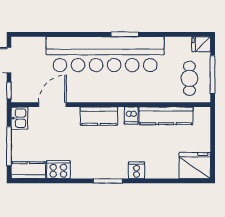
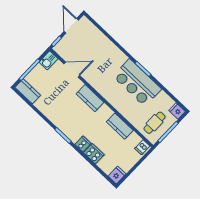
bar counter: (105, 54) -> (137, 83), width x0.54
dishwasher: (131, 116) -> (142, 147), moved
kitchen counter: (166, 116) -> (120, 126), width x0.67
fridge: (195, 165) -> (117, 175), width x0.53, depth x0.75
cooker: (58, 170) -> (94, 154), moved

